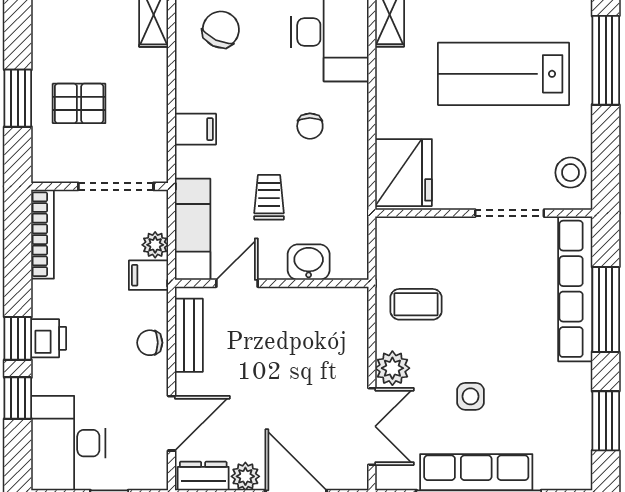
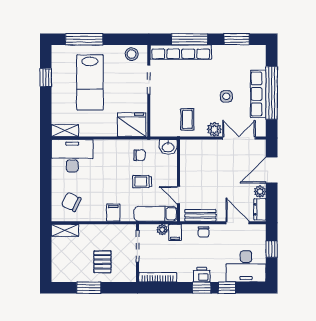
window: (18, 98) -> (89, 288), moved
chair: (310, 126) -> (140, 155), moved
washbasin: (309, 262) -> (168, 147), moved, turned -90

